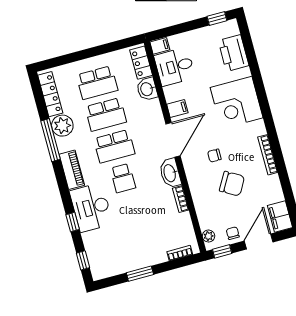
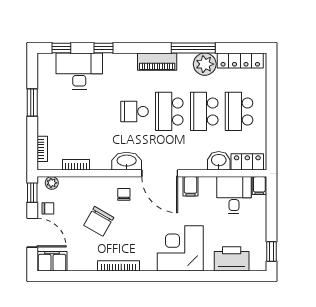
chair: (214, 156) -> (124, 194), moved
bookcase: (181, 199) -> (76, 165), moved
desk: (91, 207) -> (79, 71), moved

